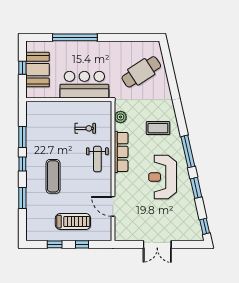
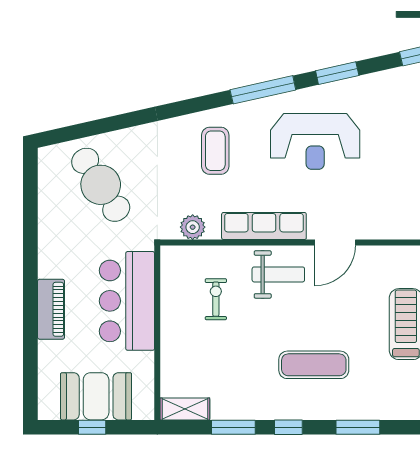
window: (75, 37) -> (30, 320), removed
piano: (80, 48) -> (51, 309), added
shelving: (31, 113) -> (185, 409), added
door: (113, 206) -> (335, 243), moved

